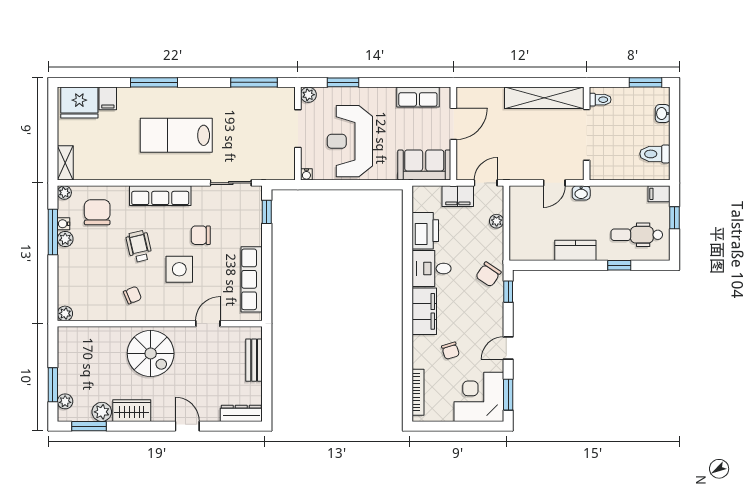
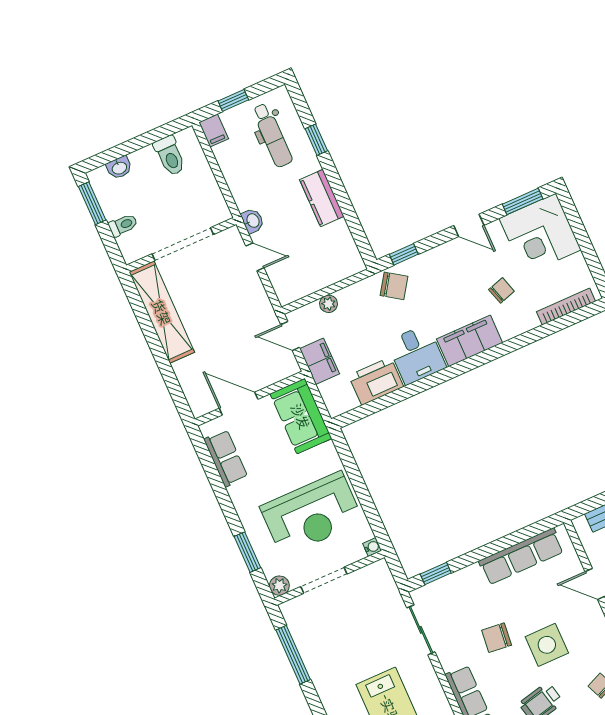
toilet: (600, 100) -> (123, 225), moved, turned 90
chair: (201, 235) -> (497, 638), turned 96

